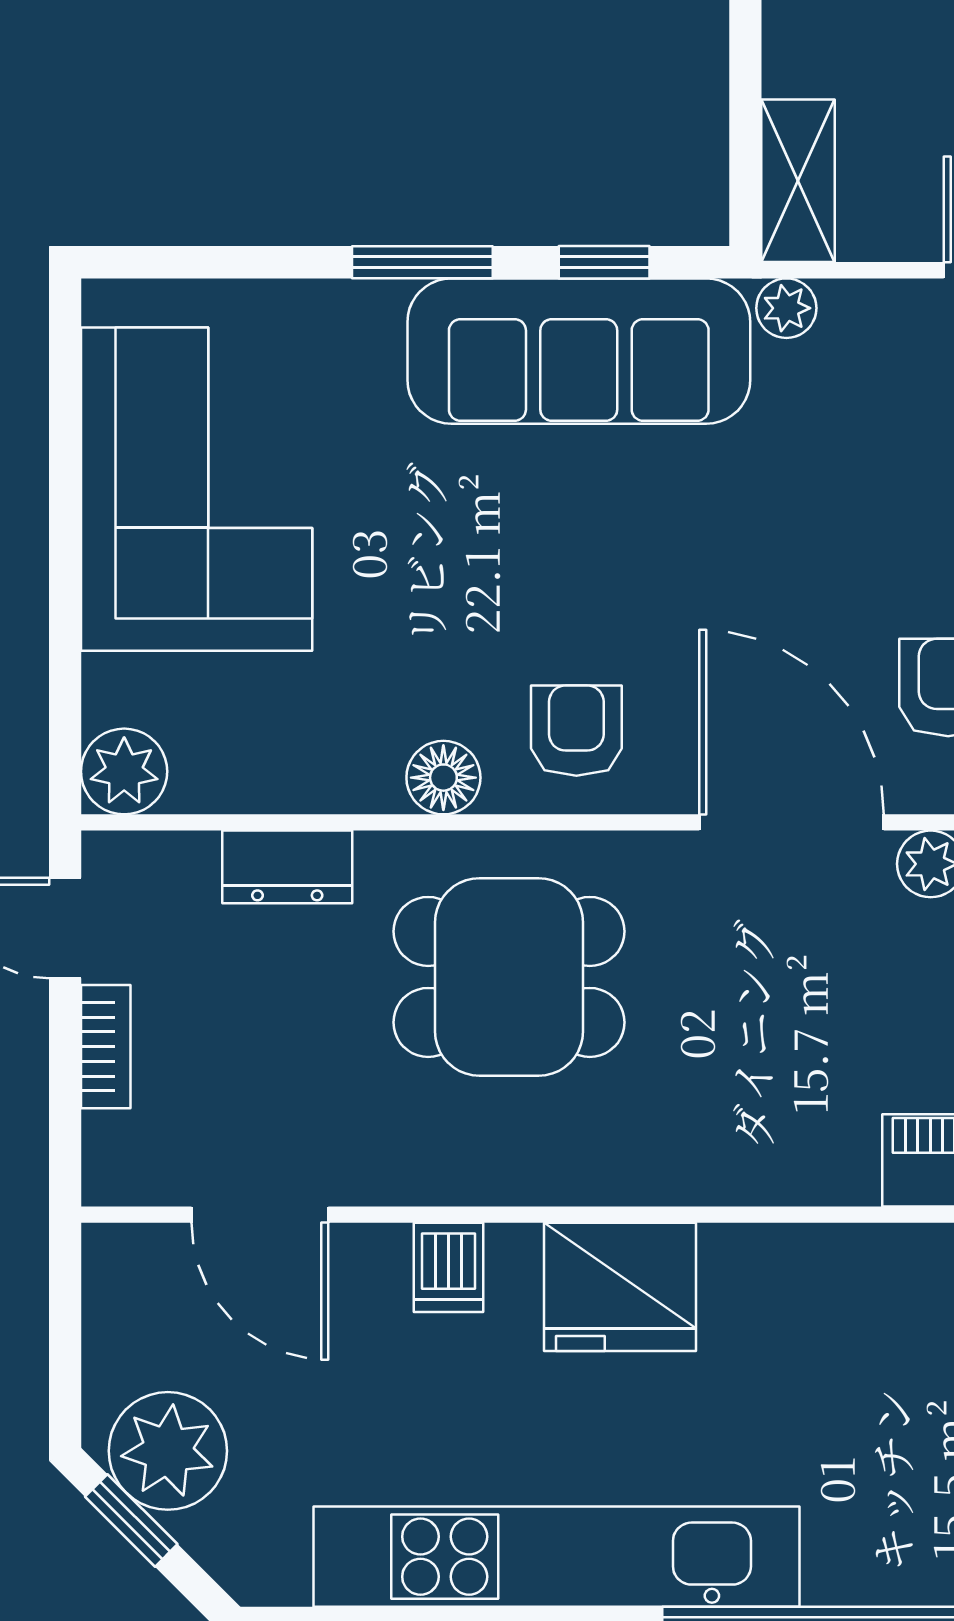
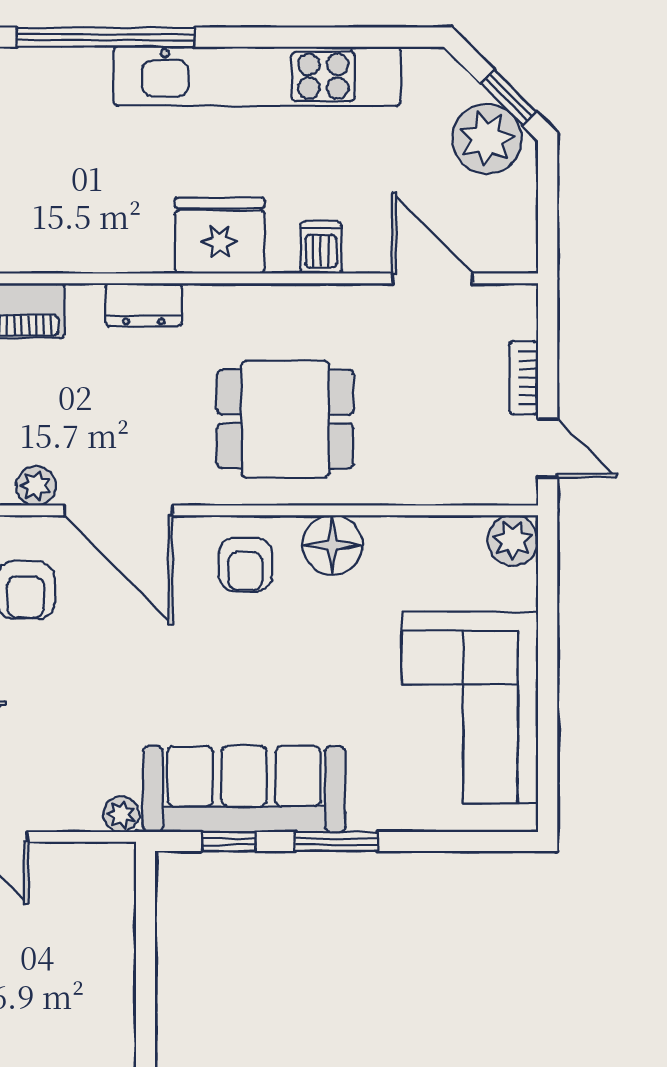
shelving: (798, 181) -> (114, 890), removed
floor lamp: (443, 778) -> (332, 545), width x1.38, depth x1.38
dresser: (287, 867) -> (144, 305), moved, turned 180

